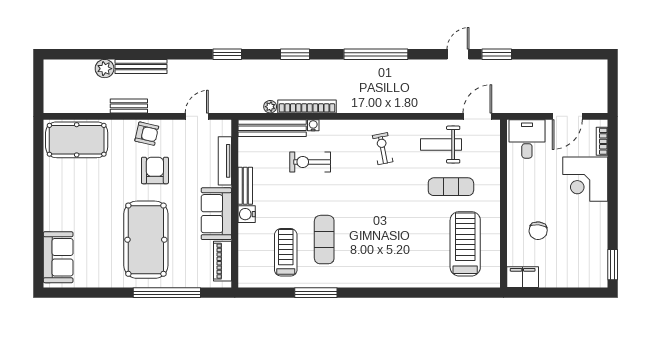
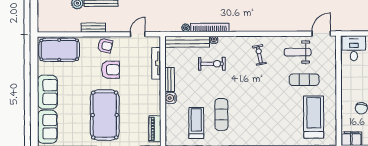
exercise bike: (310, 162) -> (212, 64), turned 180
armchair: (155, 170) -> (110, 70), turned 90
sofa: (216, 214) -> (47, 92), moved, turned 180

